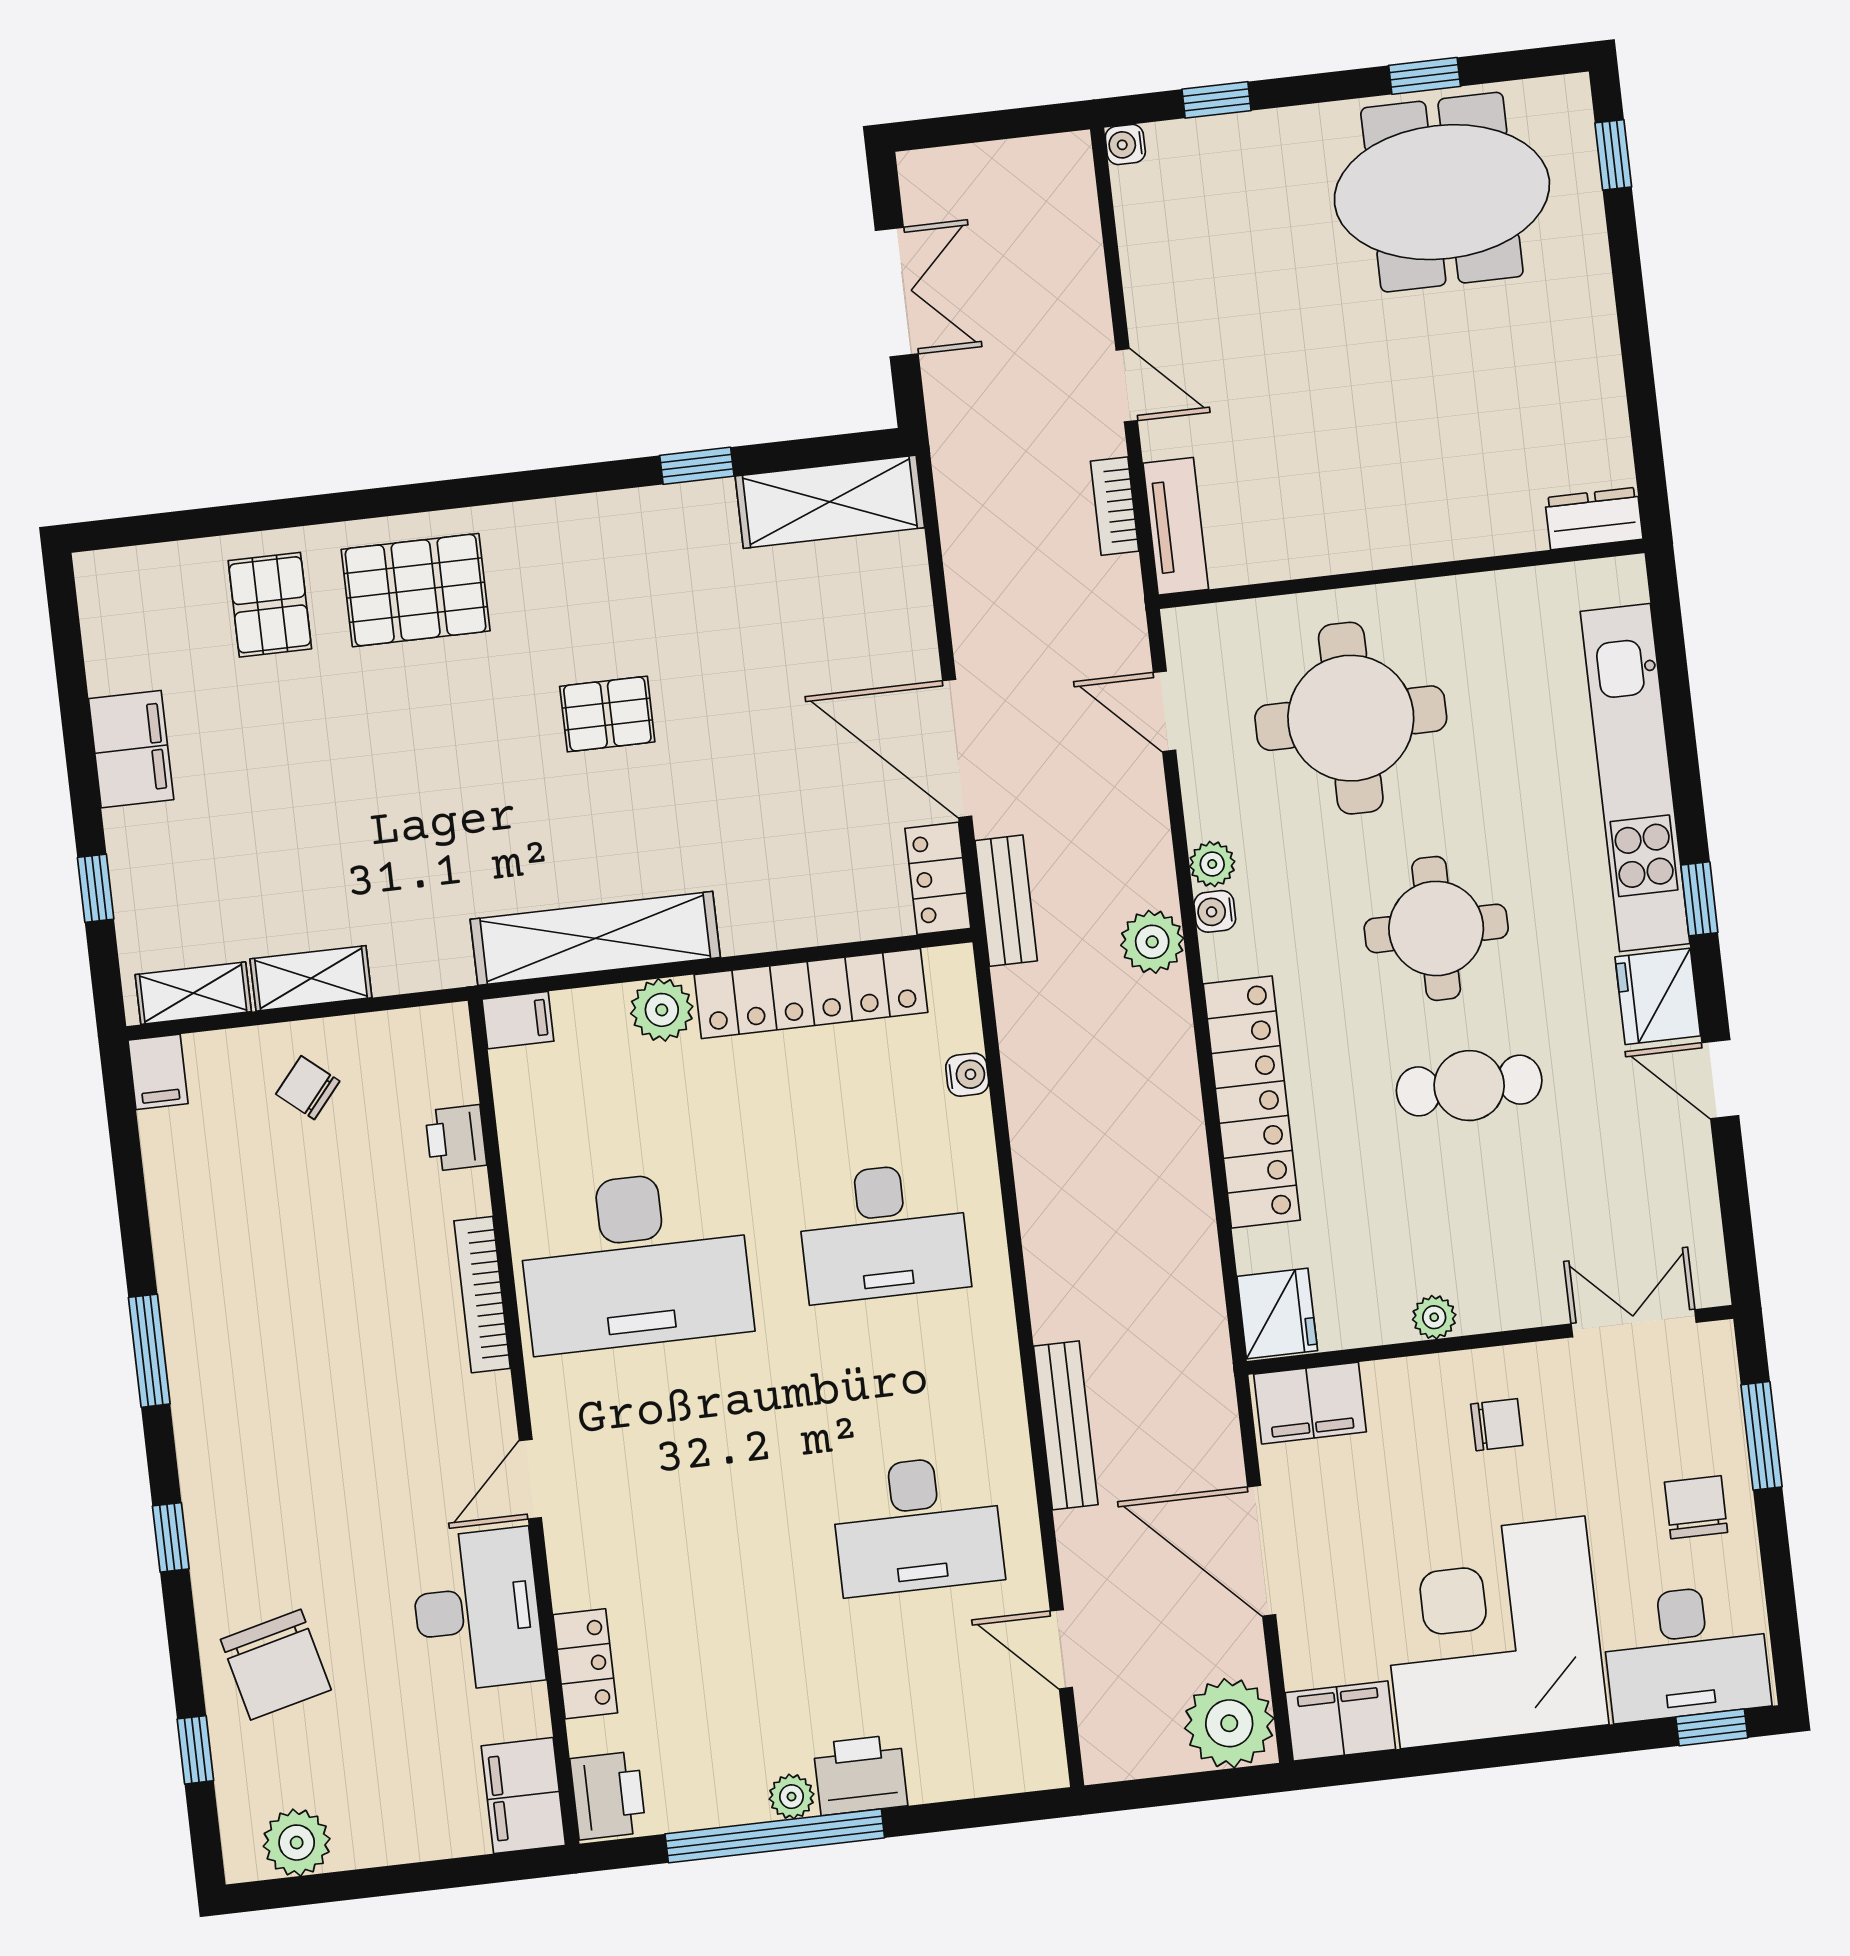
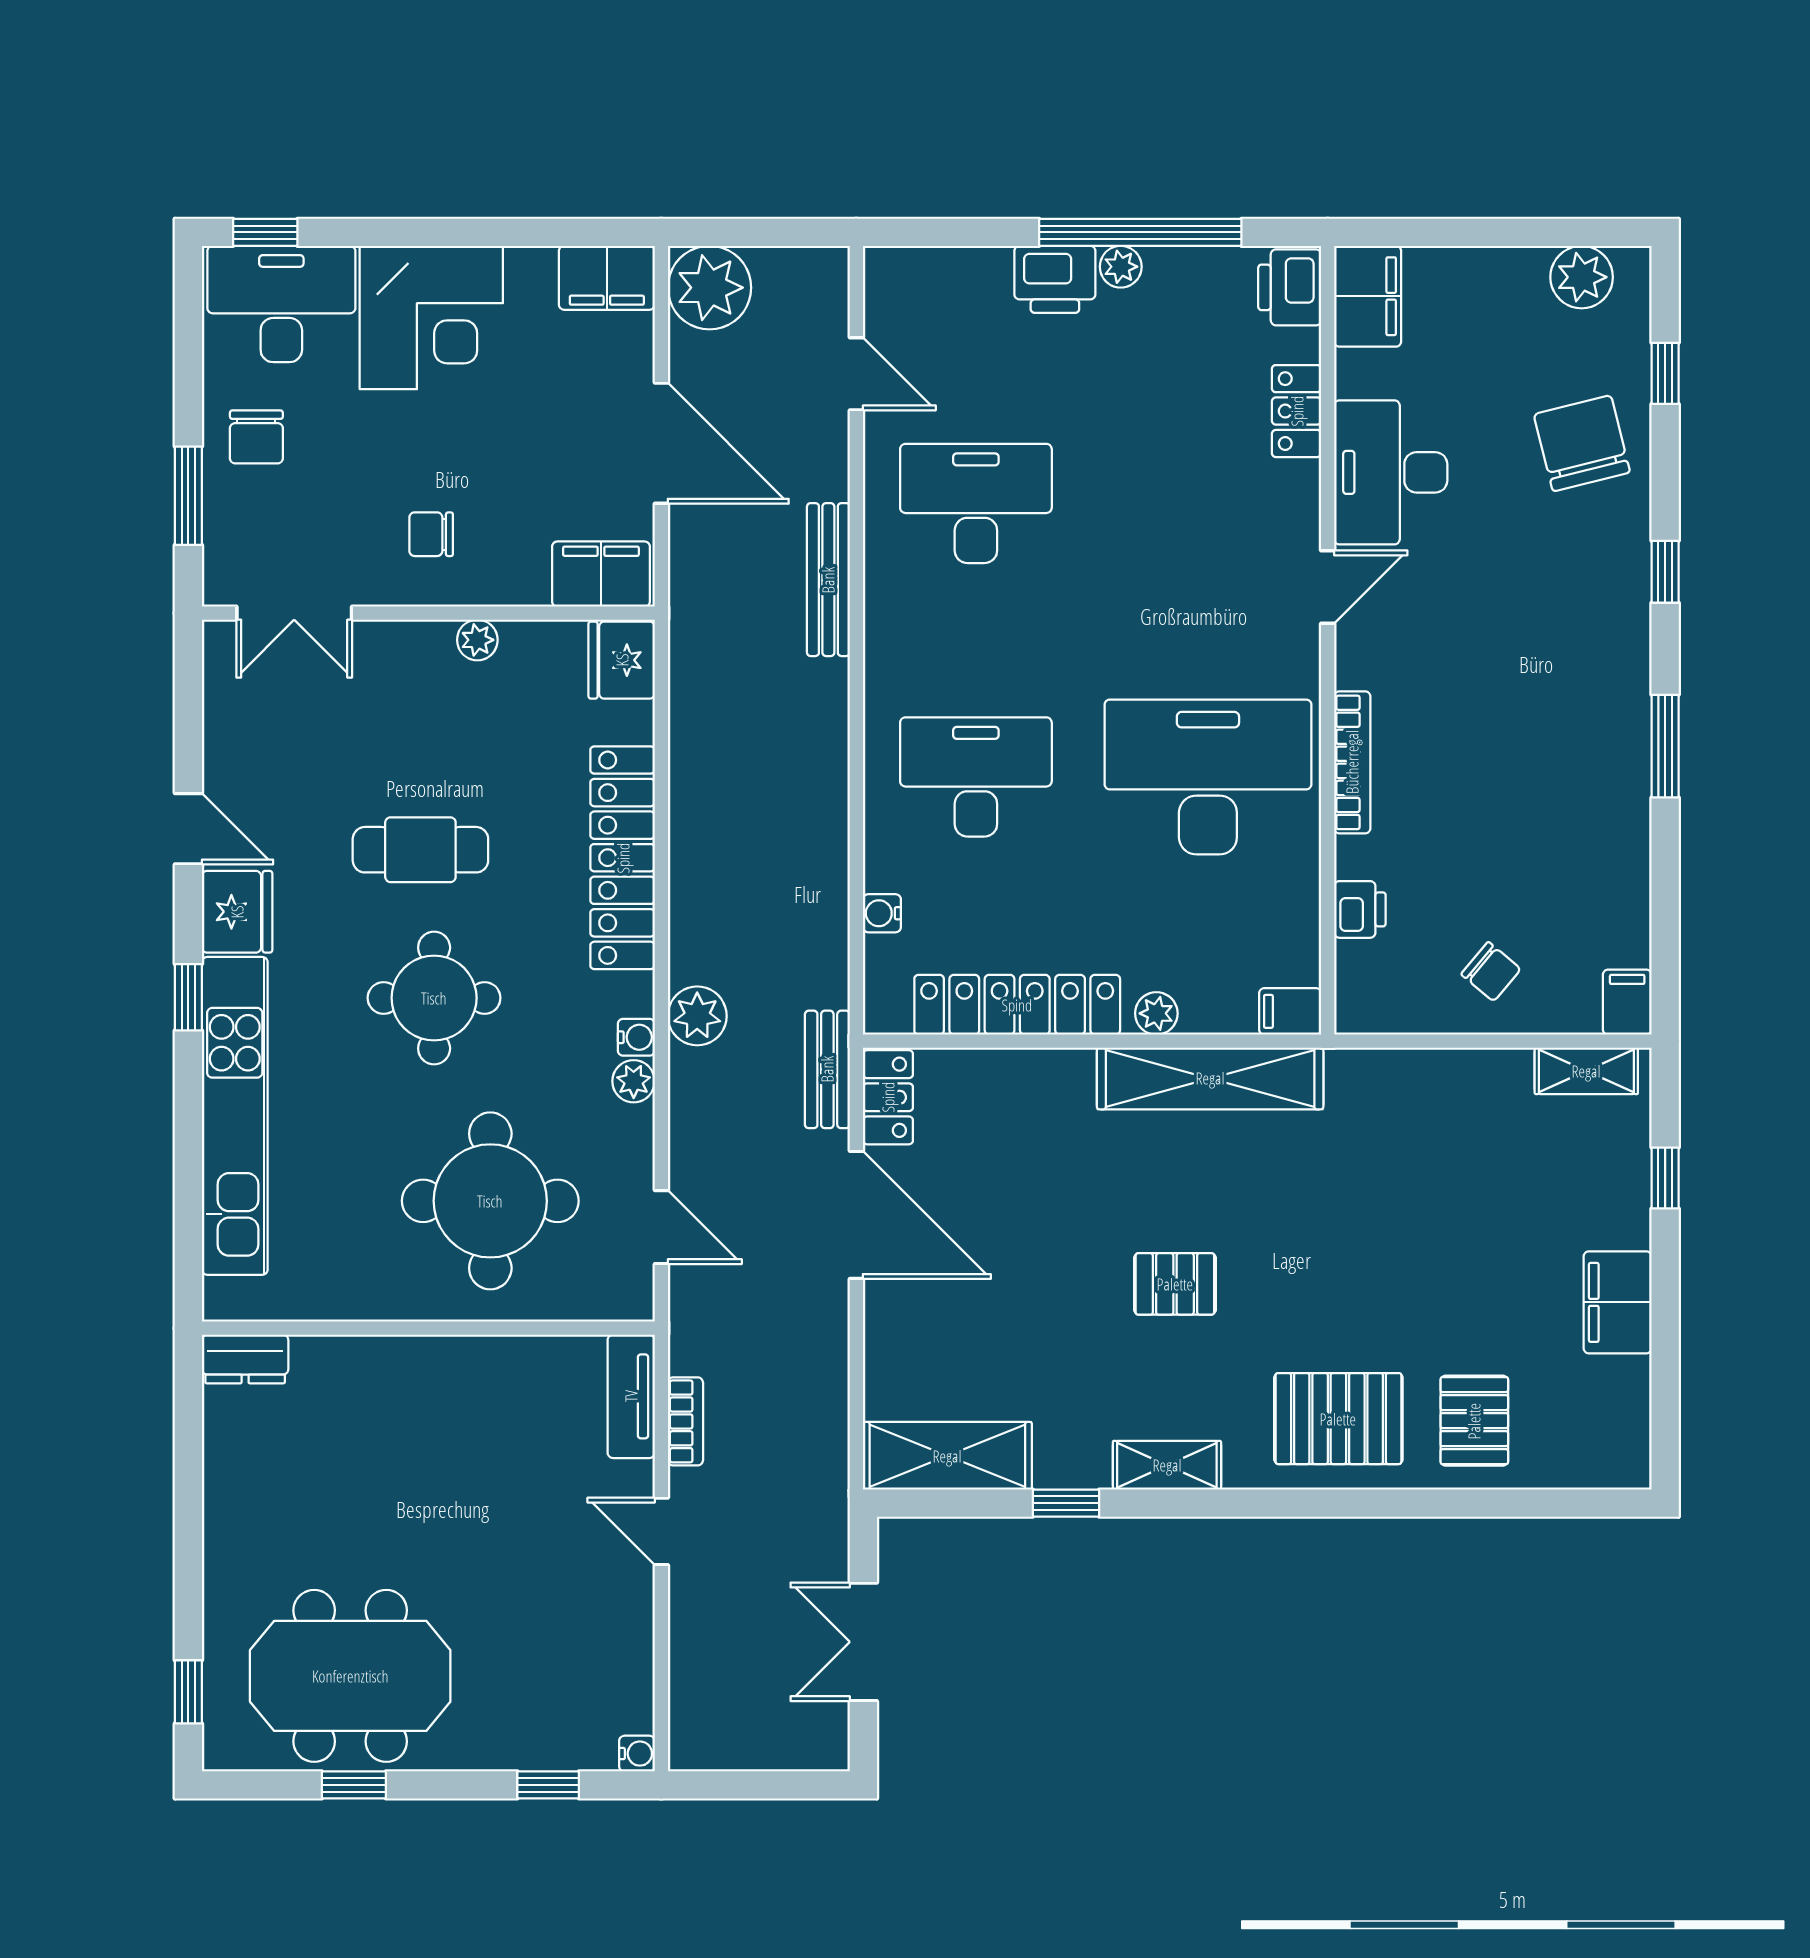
shelving: (311, 978) -> (1167, 1465), moved
plant: (662, 1010) -> (1156, 1013), width x0.73, depth x0.73
corner desk: (1493, 1632) -> (431, 317), width x0.74, depth x0.74

